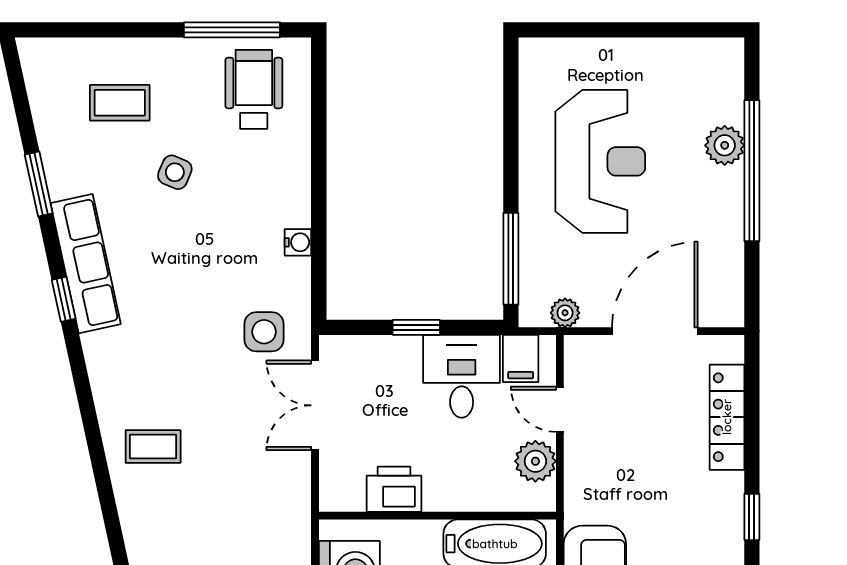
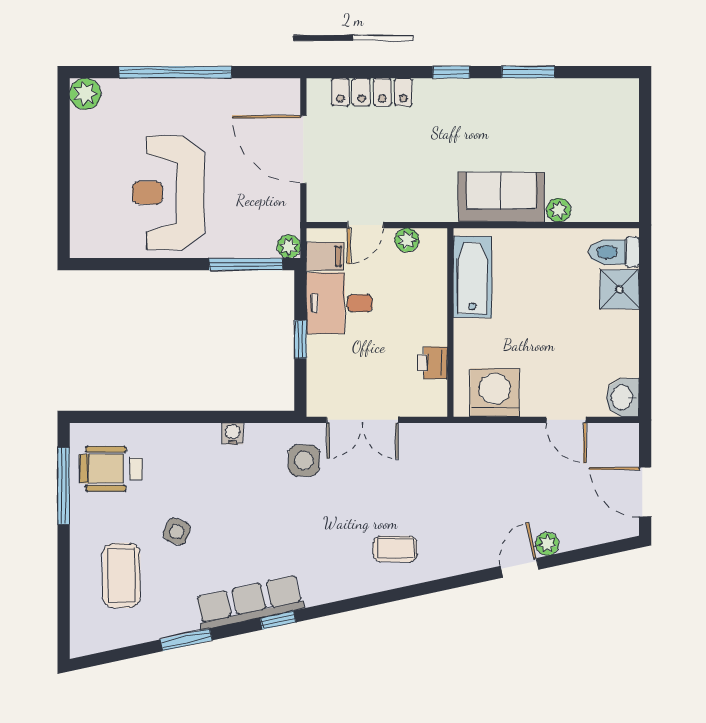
coffee table: (120, 103) -> (122, 575), width x1.36, depth x1.30
plant: (725, 145) -> (85, 94), moved
reception desk: (600, 161) -> (168, 193), turned -90
plant: (565, 313) -> (289, 246), moved
coffee table: (153, 446) -> (395, 549), turned 90
plant: (535, 461) -> (407, 240), width x0.73, depth x0.73
printer: (394, 489) -> (433, 363), width x0.73, depth x0.81

